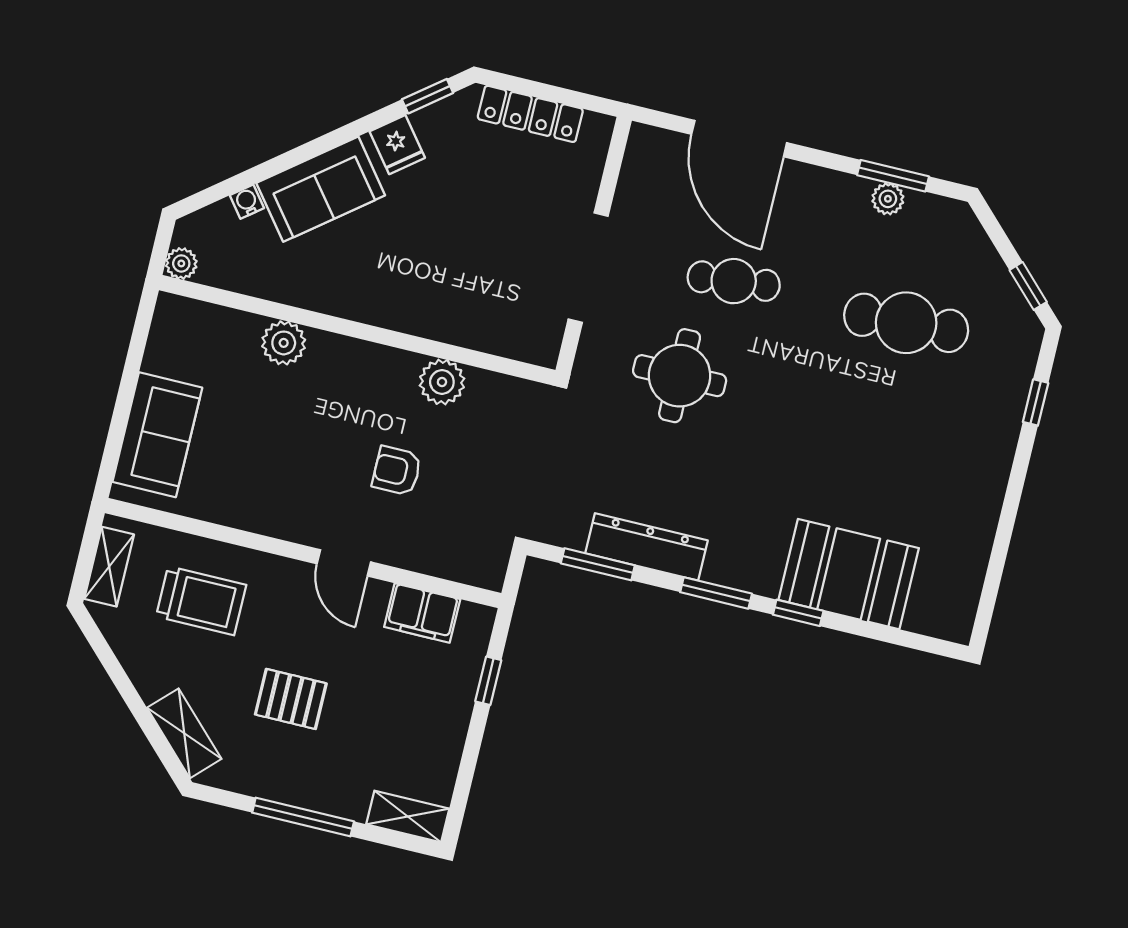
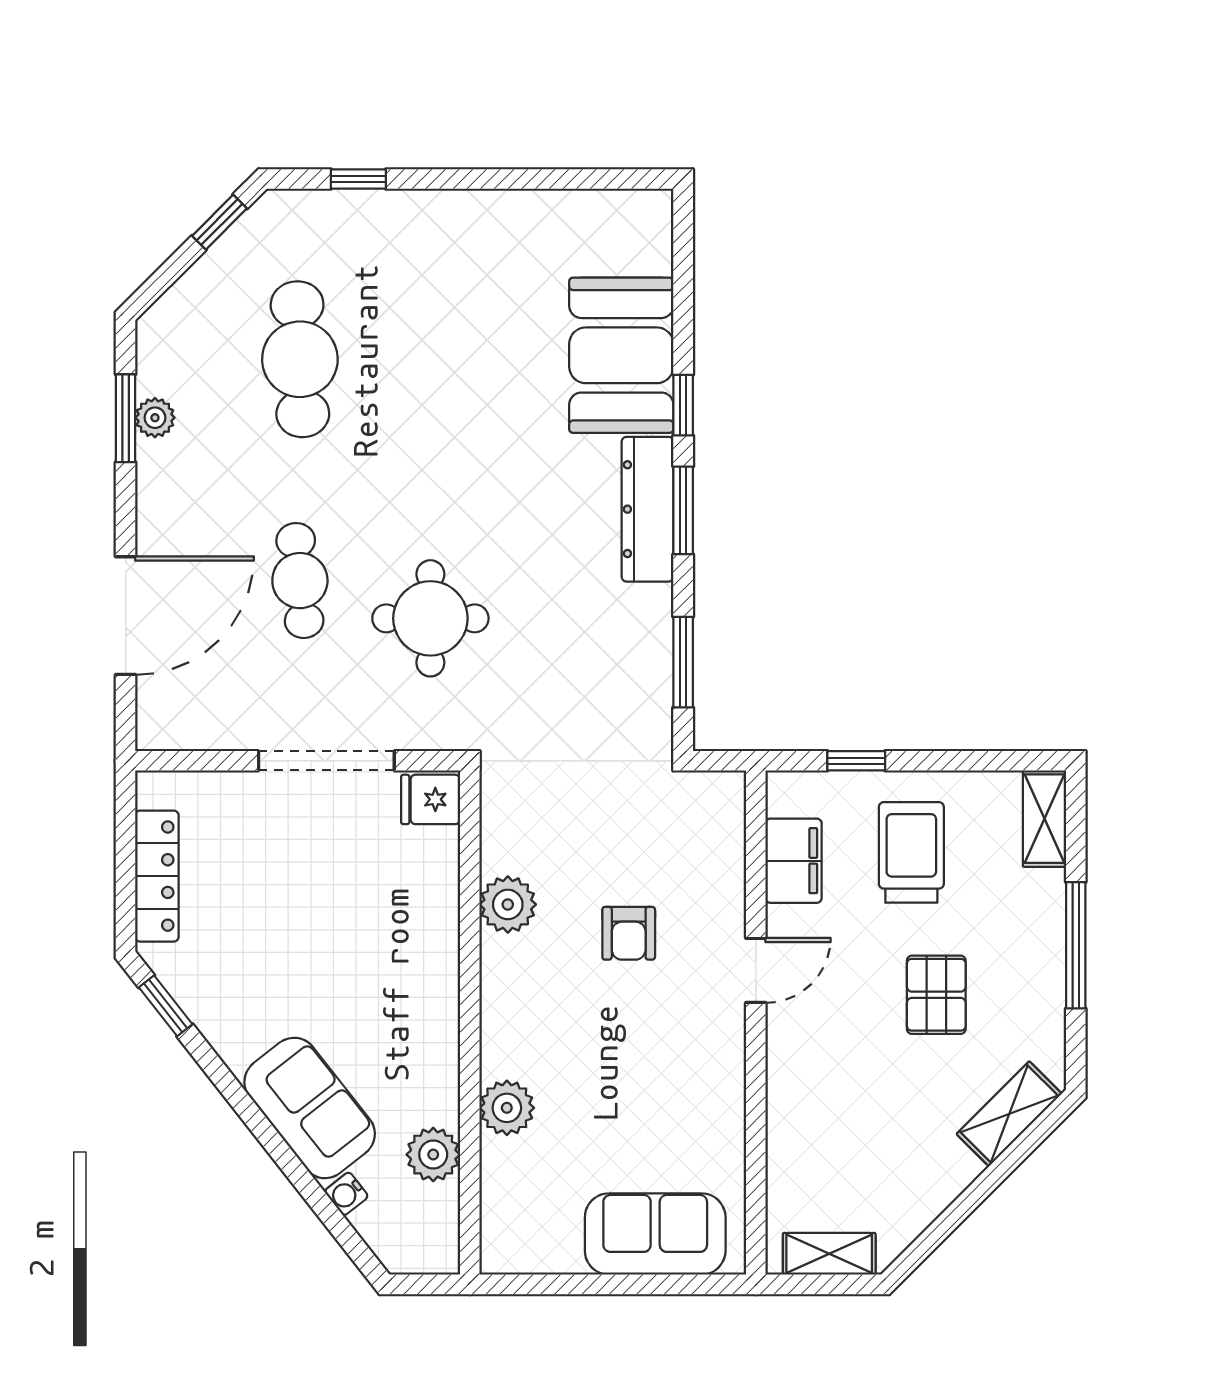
fridge: (397, 145) -> (431, 799), moved, turned -142
plant: (181, 263) -> (433, 1155), moved, width x1.38, depth x1.38
dresser: (646, 547) -> (648, 509), moved
trolley: (201, 601) -> (911, 852), moved

